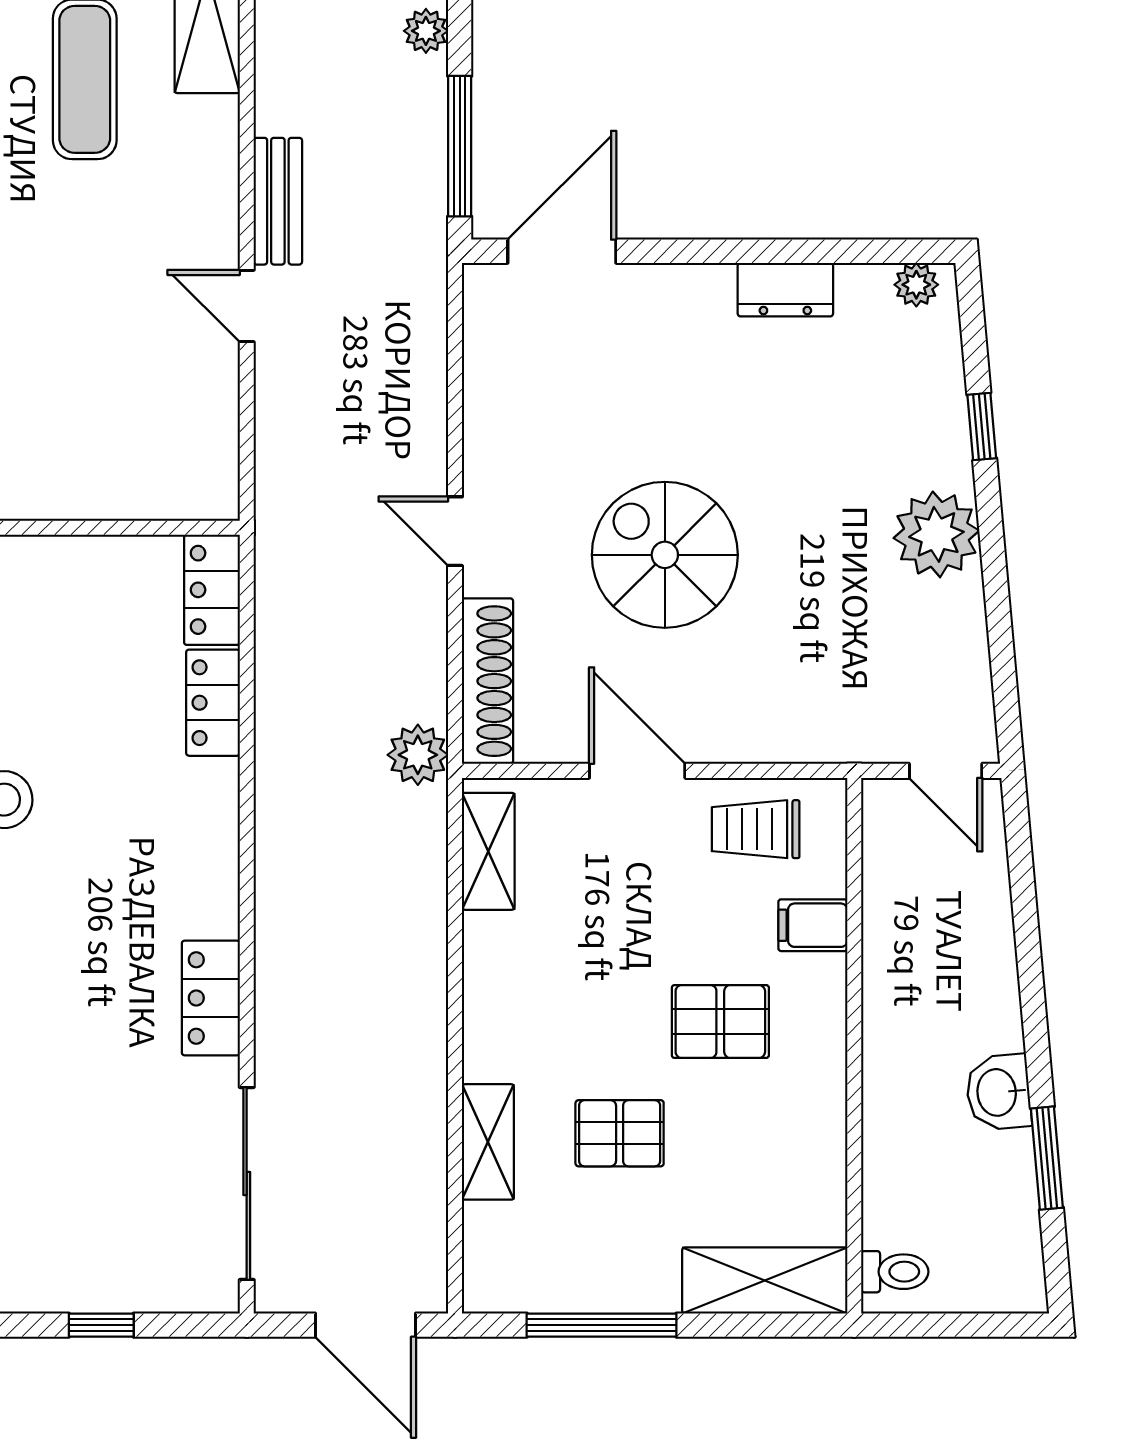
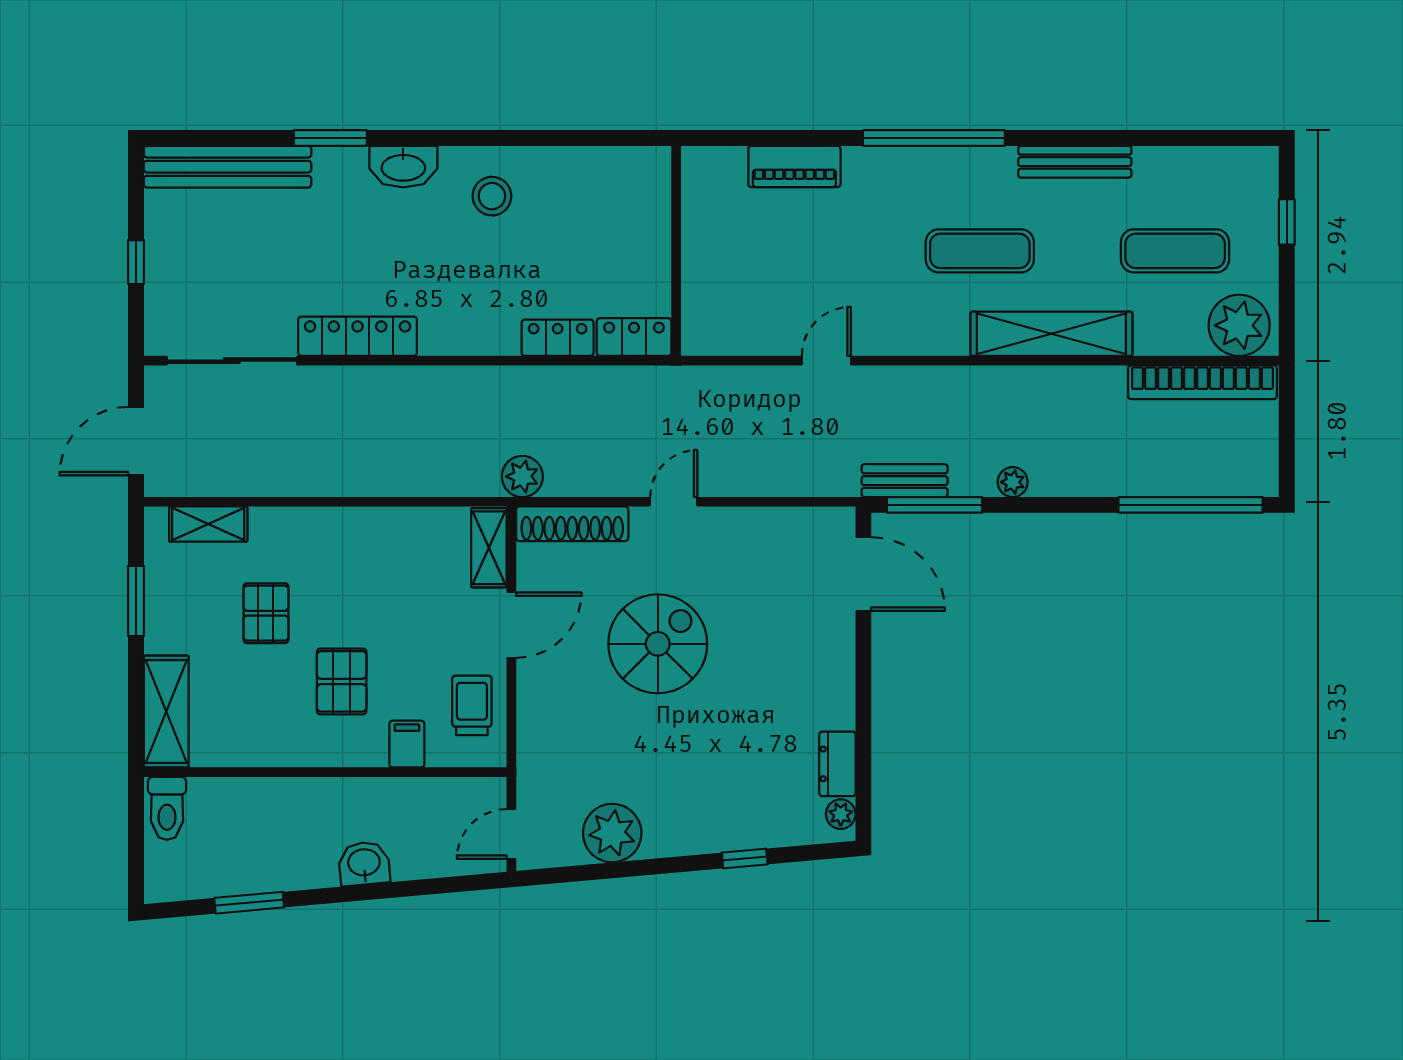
bench: (278, 201) -> (905, 481), moved
dresser: (785, 290) -> (837, 764), moved
plant: (936, 534) -> (612, 833), moved
shelving: (488, 851) -> (489, 548), moved, turned 90
locker: (211, 998) -> (358, 336), width x1.53
washbasin: (998, 1092) -> (364, 864), moved
shelving: (488, 1142) -> (208, 524), moved
toilet: (895, 1272) -> (167, 808), width x1.37, depth x1.39
window: (602, 1325) -> (136, 601), width x0.69

